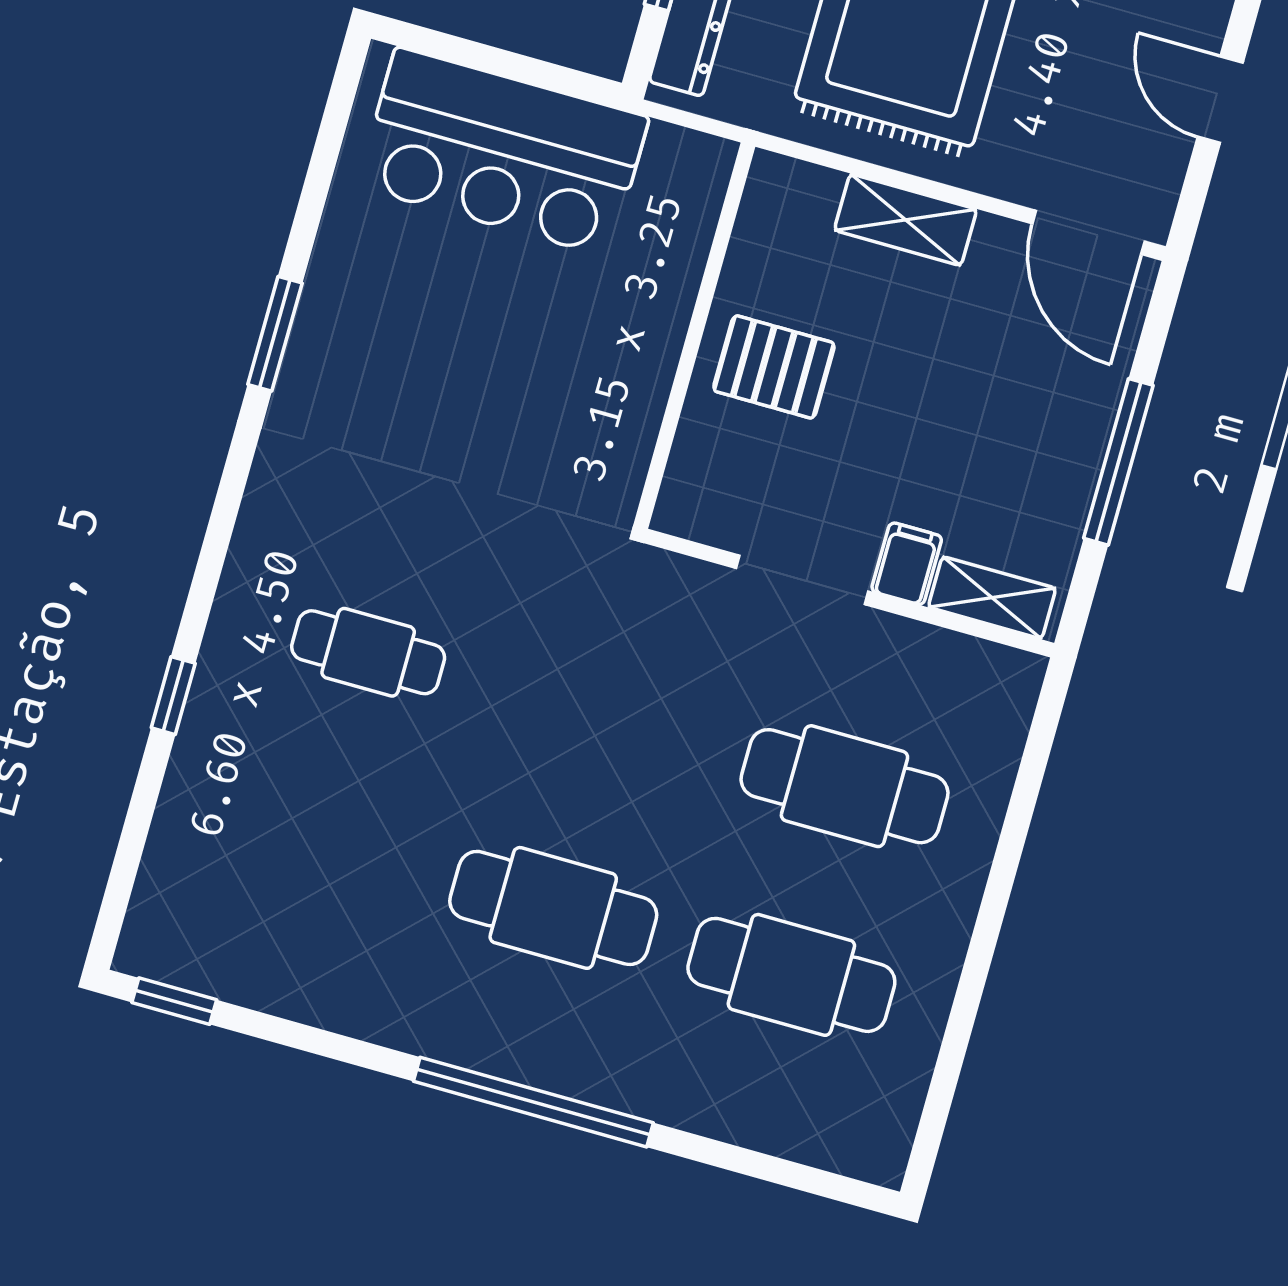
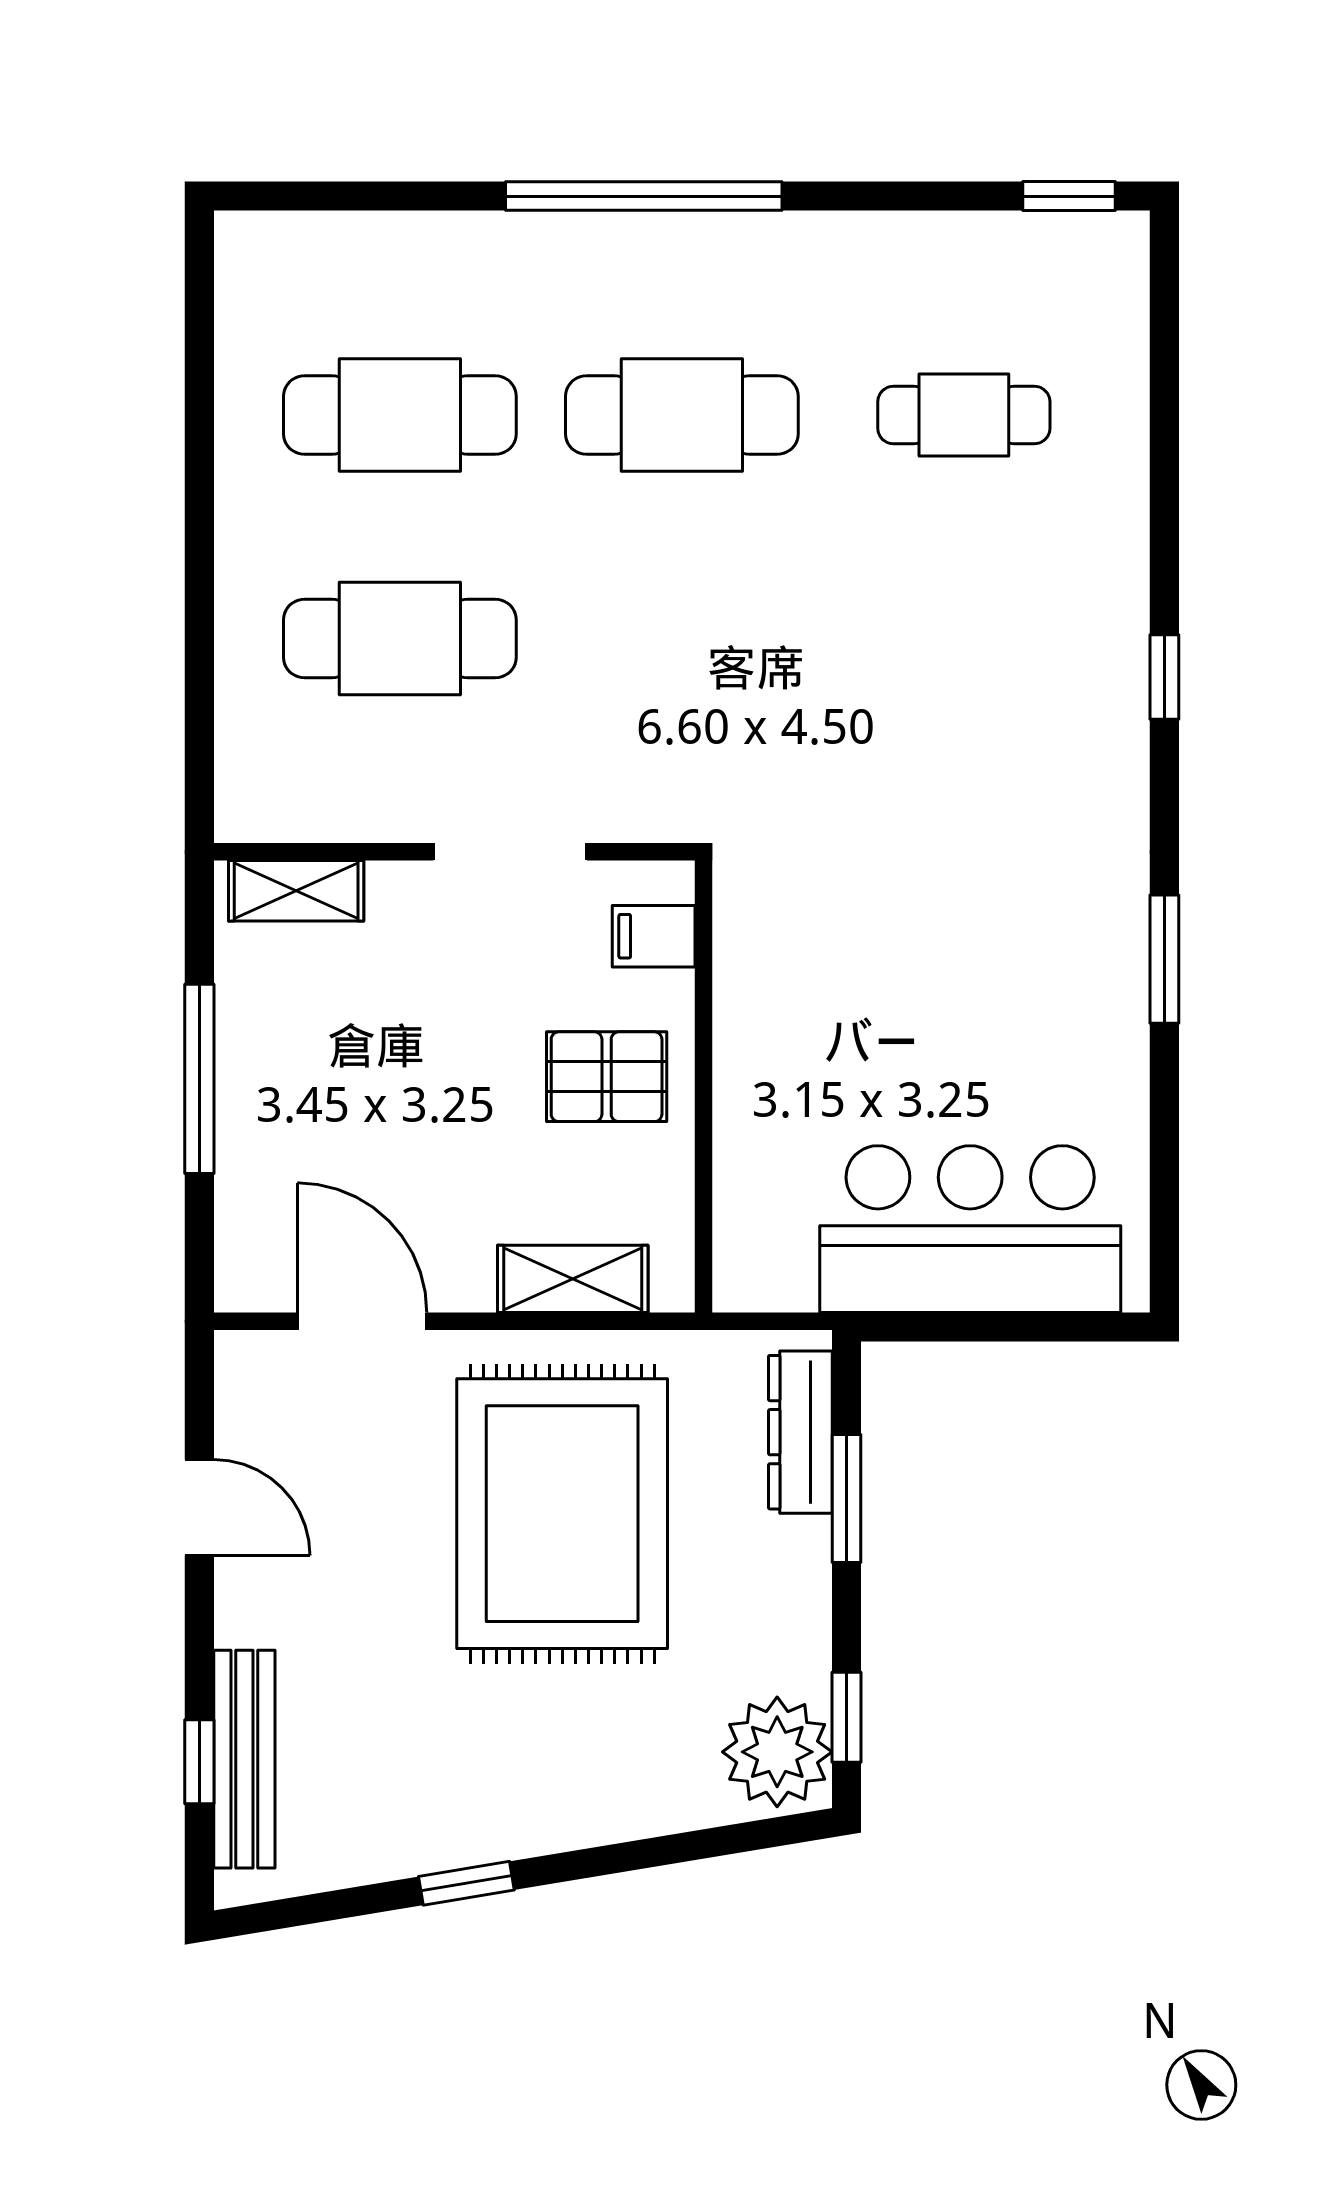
shelving: (906, 220) -> (573, 1279), moved
door: (1088, 232) -> (362, 1321), moved
filing cabinet: (907, 564) -> (654, 936), moved, turned 90
cafe table: (368, 652) -> (964, 415), moved
window: (173, 696) -> (1164, 677), moved

